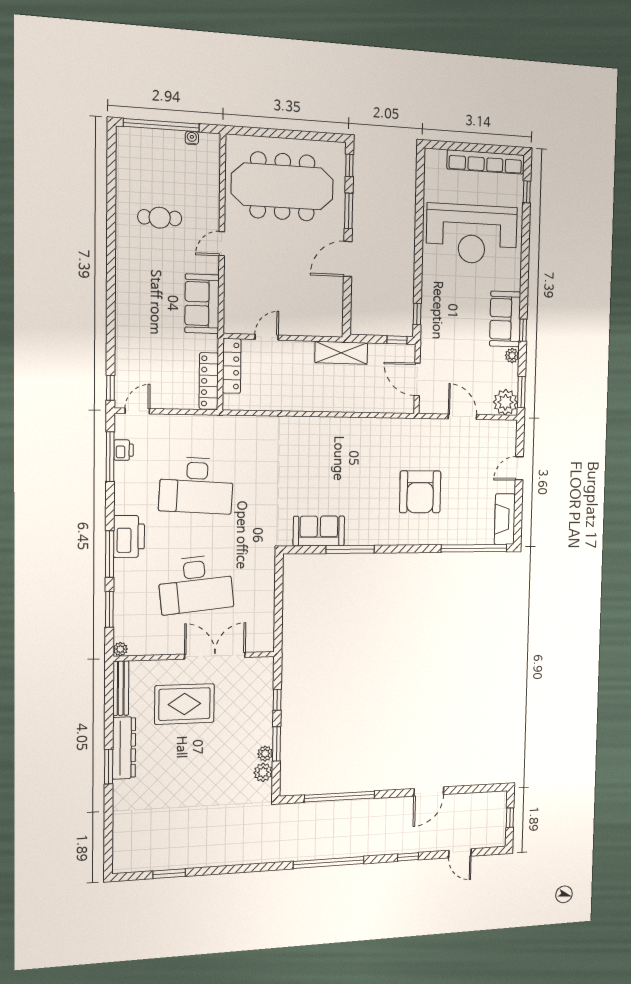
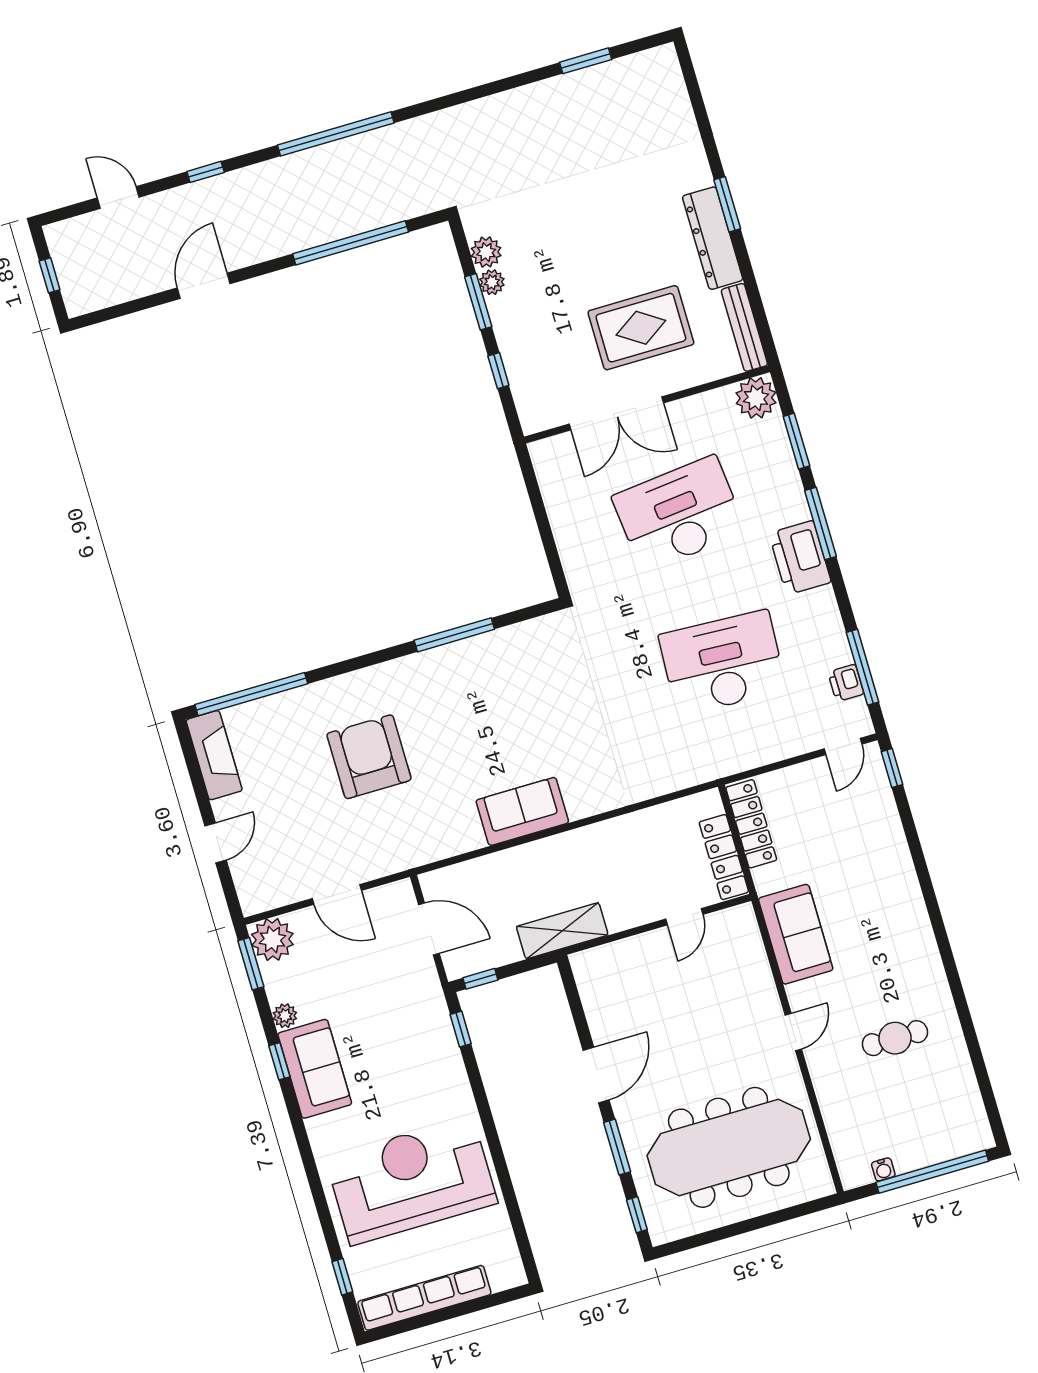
sofa: (319, 531) -> (522, 811), moved, turned 180
plant: (120, 649) -> (756, 398), width x1.88, depth x1.88

